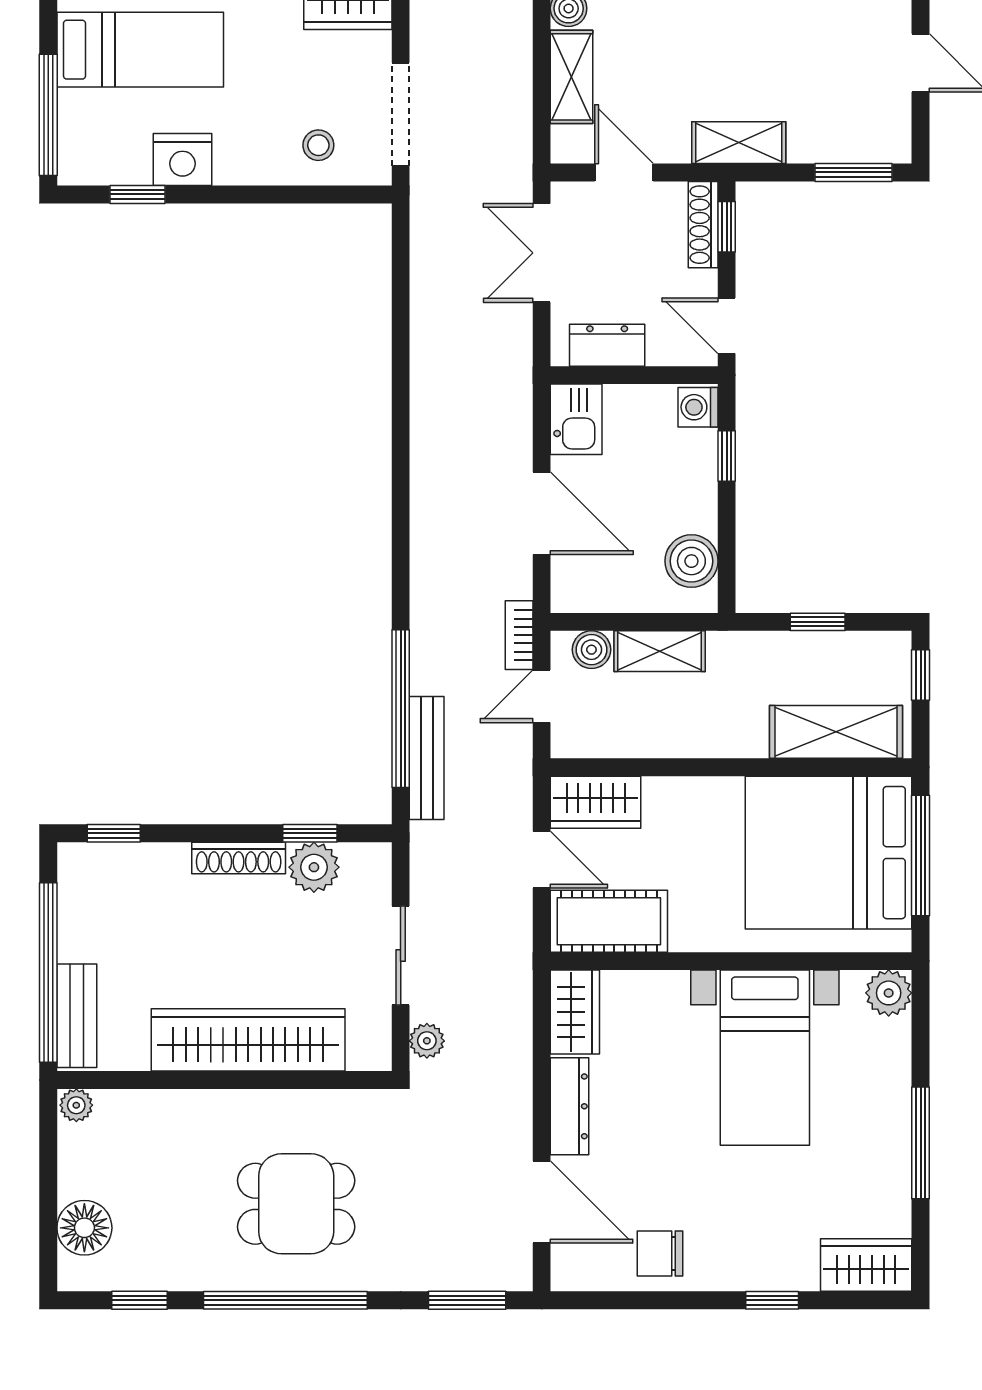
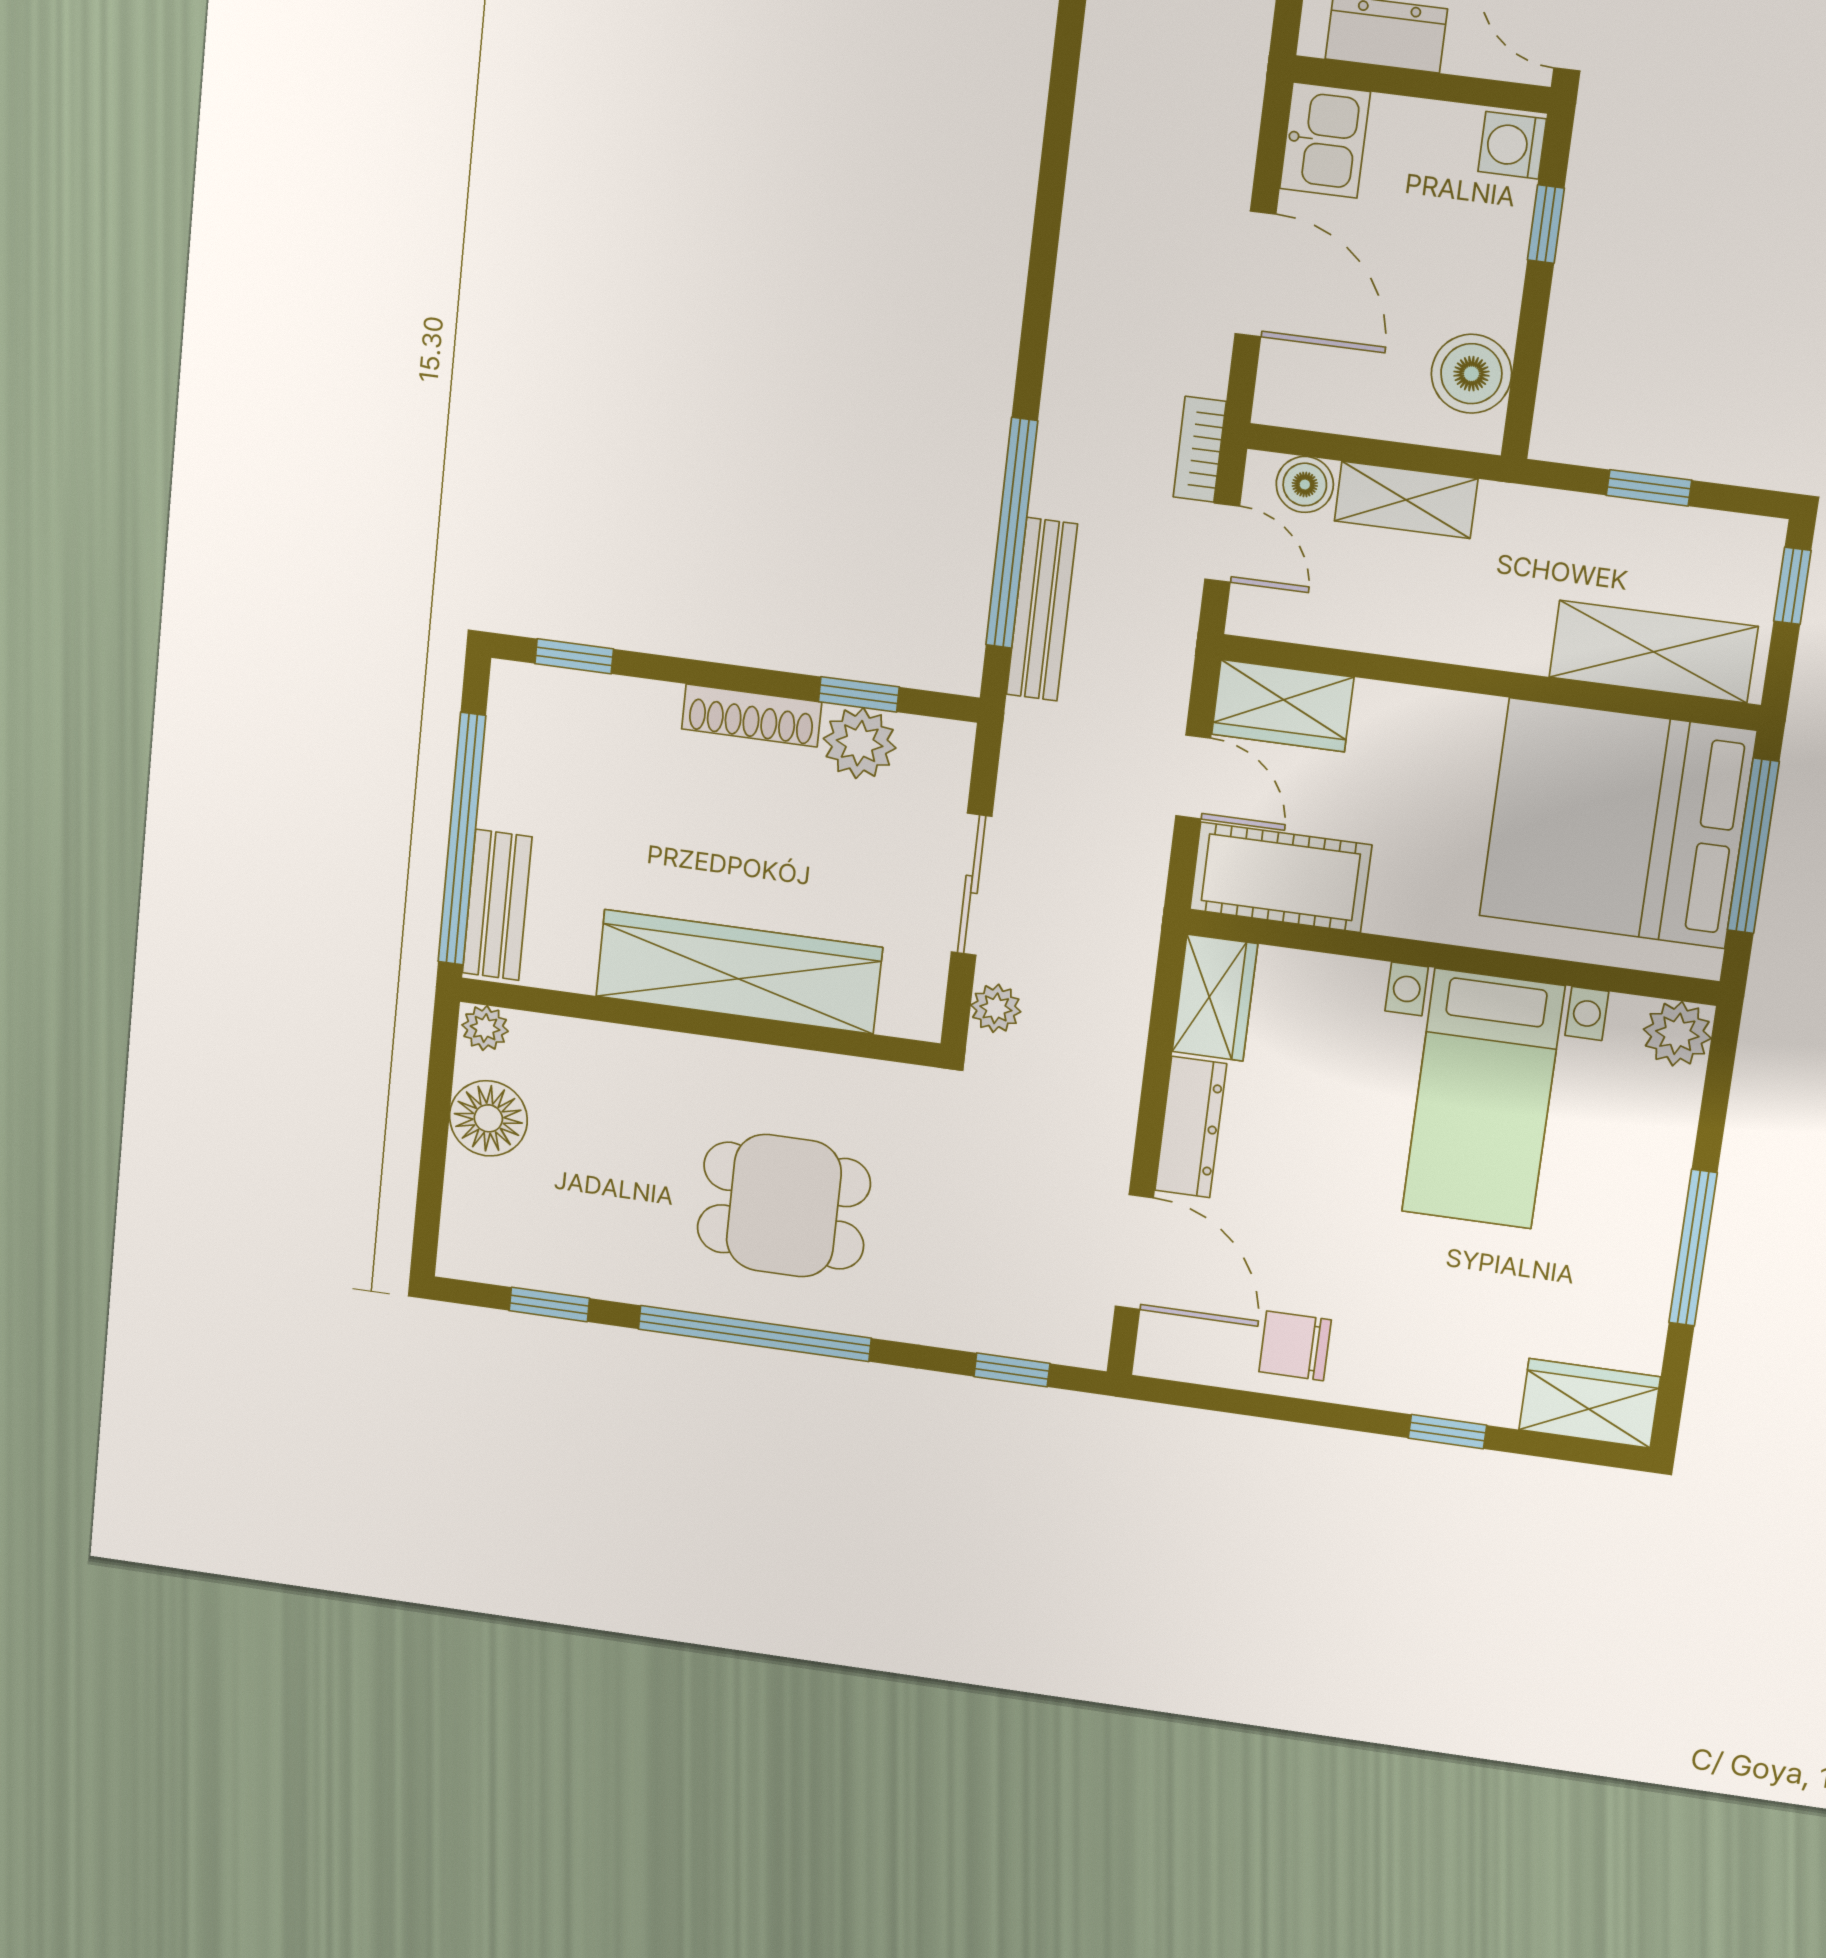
door: (542, 696) -> (1222, 543), swing flipped
floor lamp: (84, 1228) -> (488, 1118), moved
window: (467, 1300) -> (1012, 1370), width x0.67

